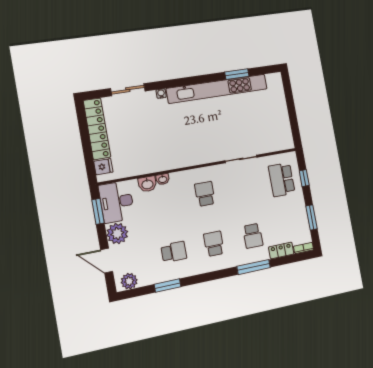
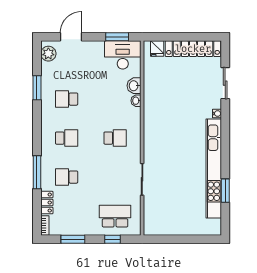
plant: (117, 234) -> (94, 51), removed
school desk: (174, 252) -> (67, 99), turned 90

